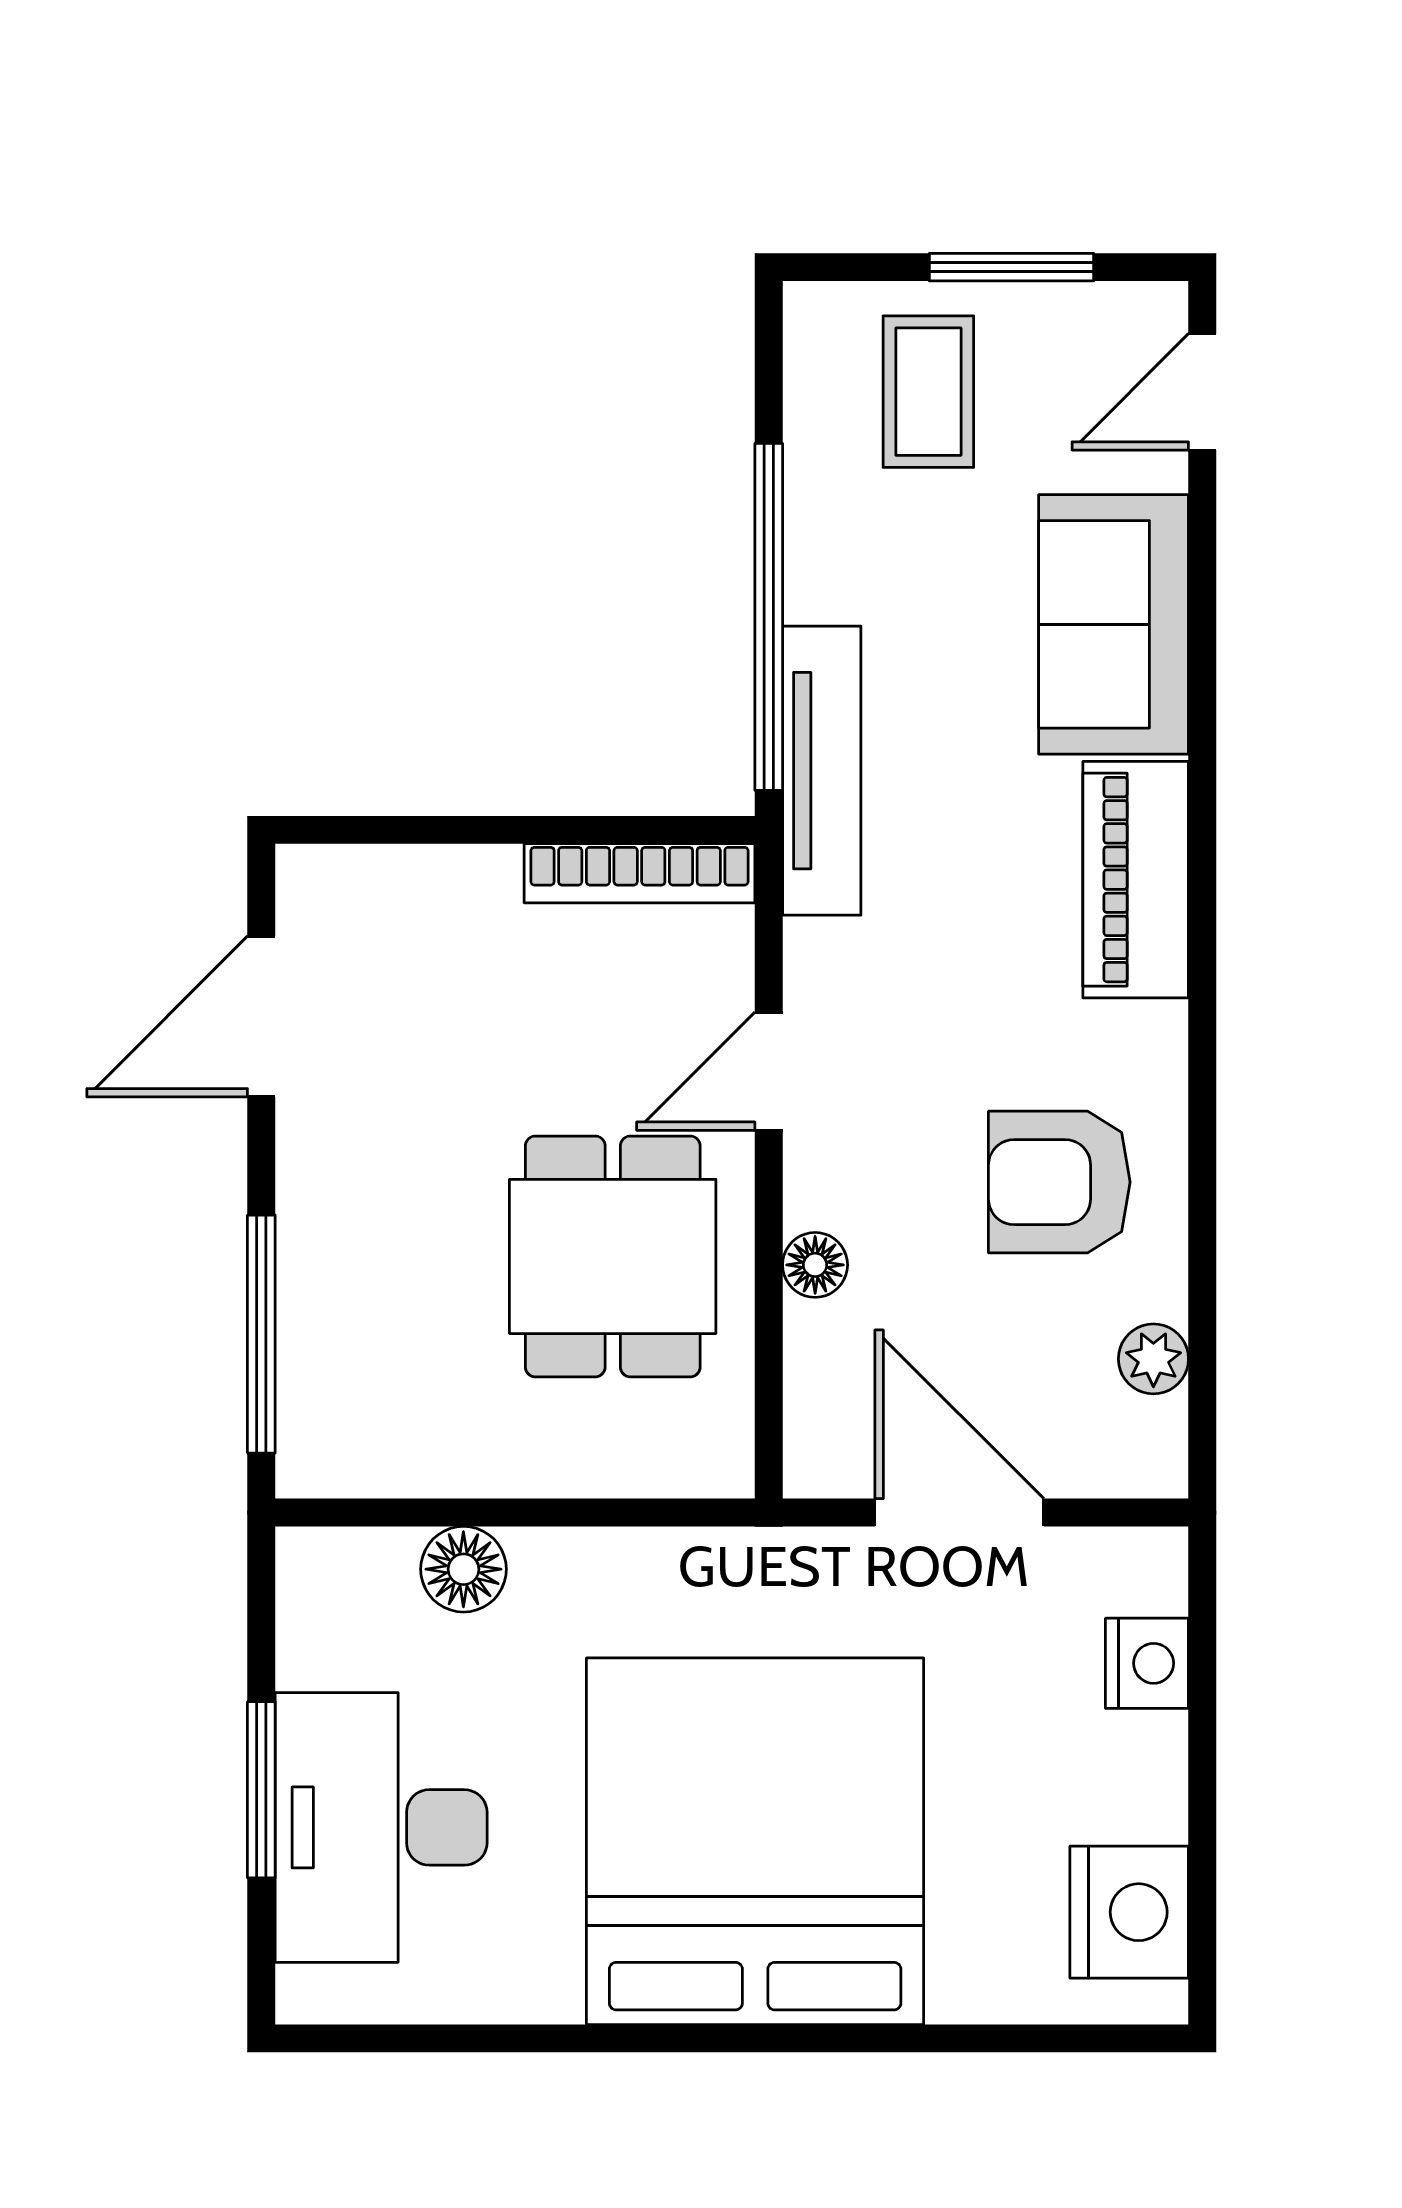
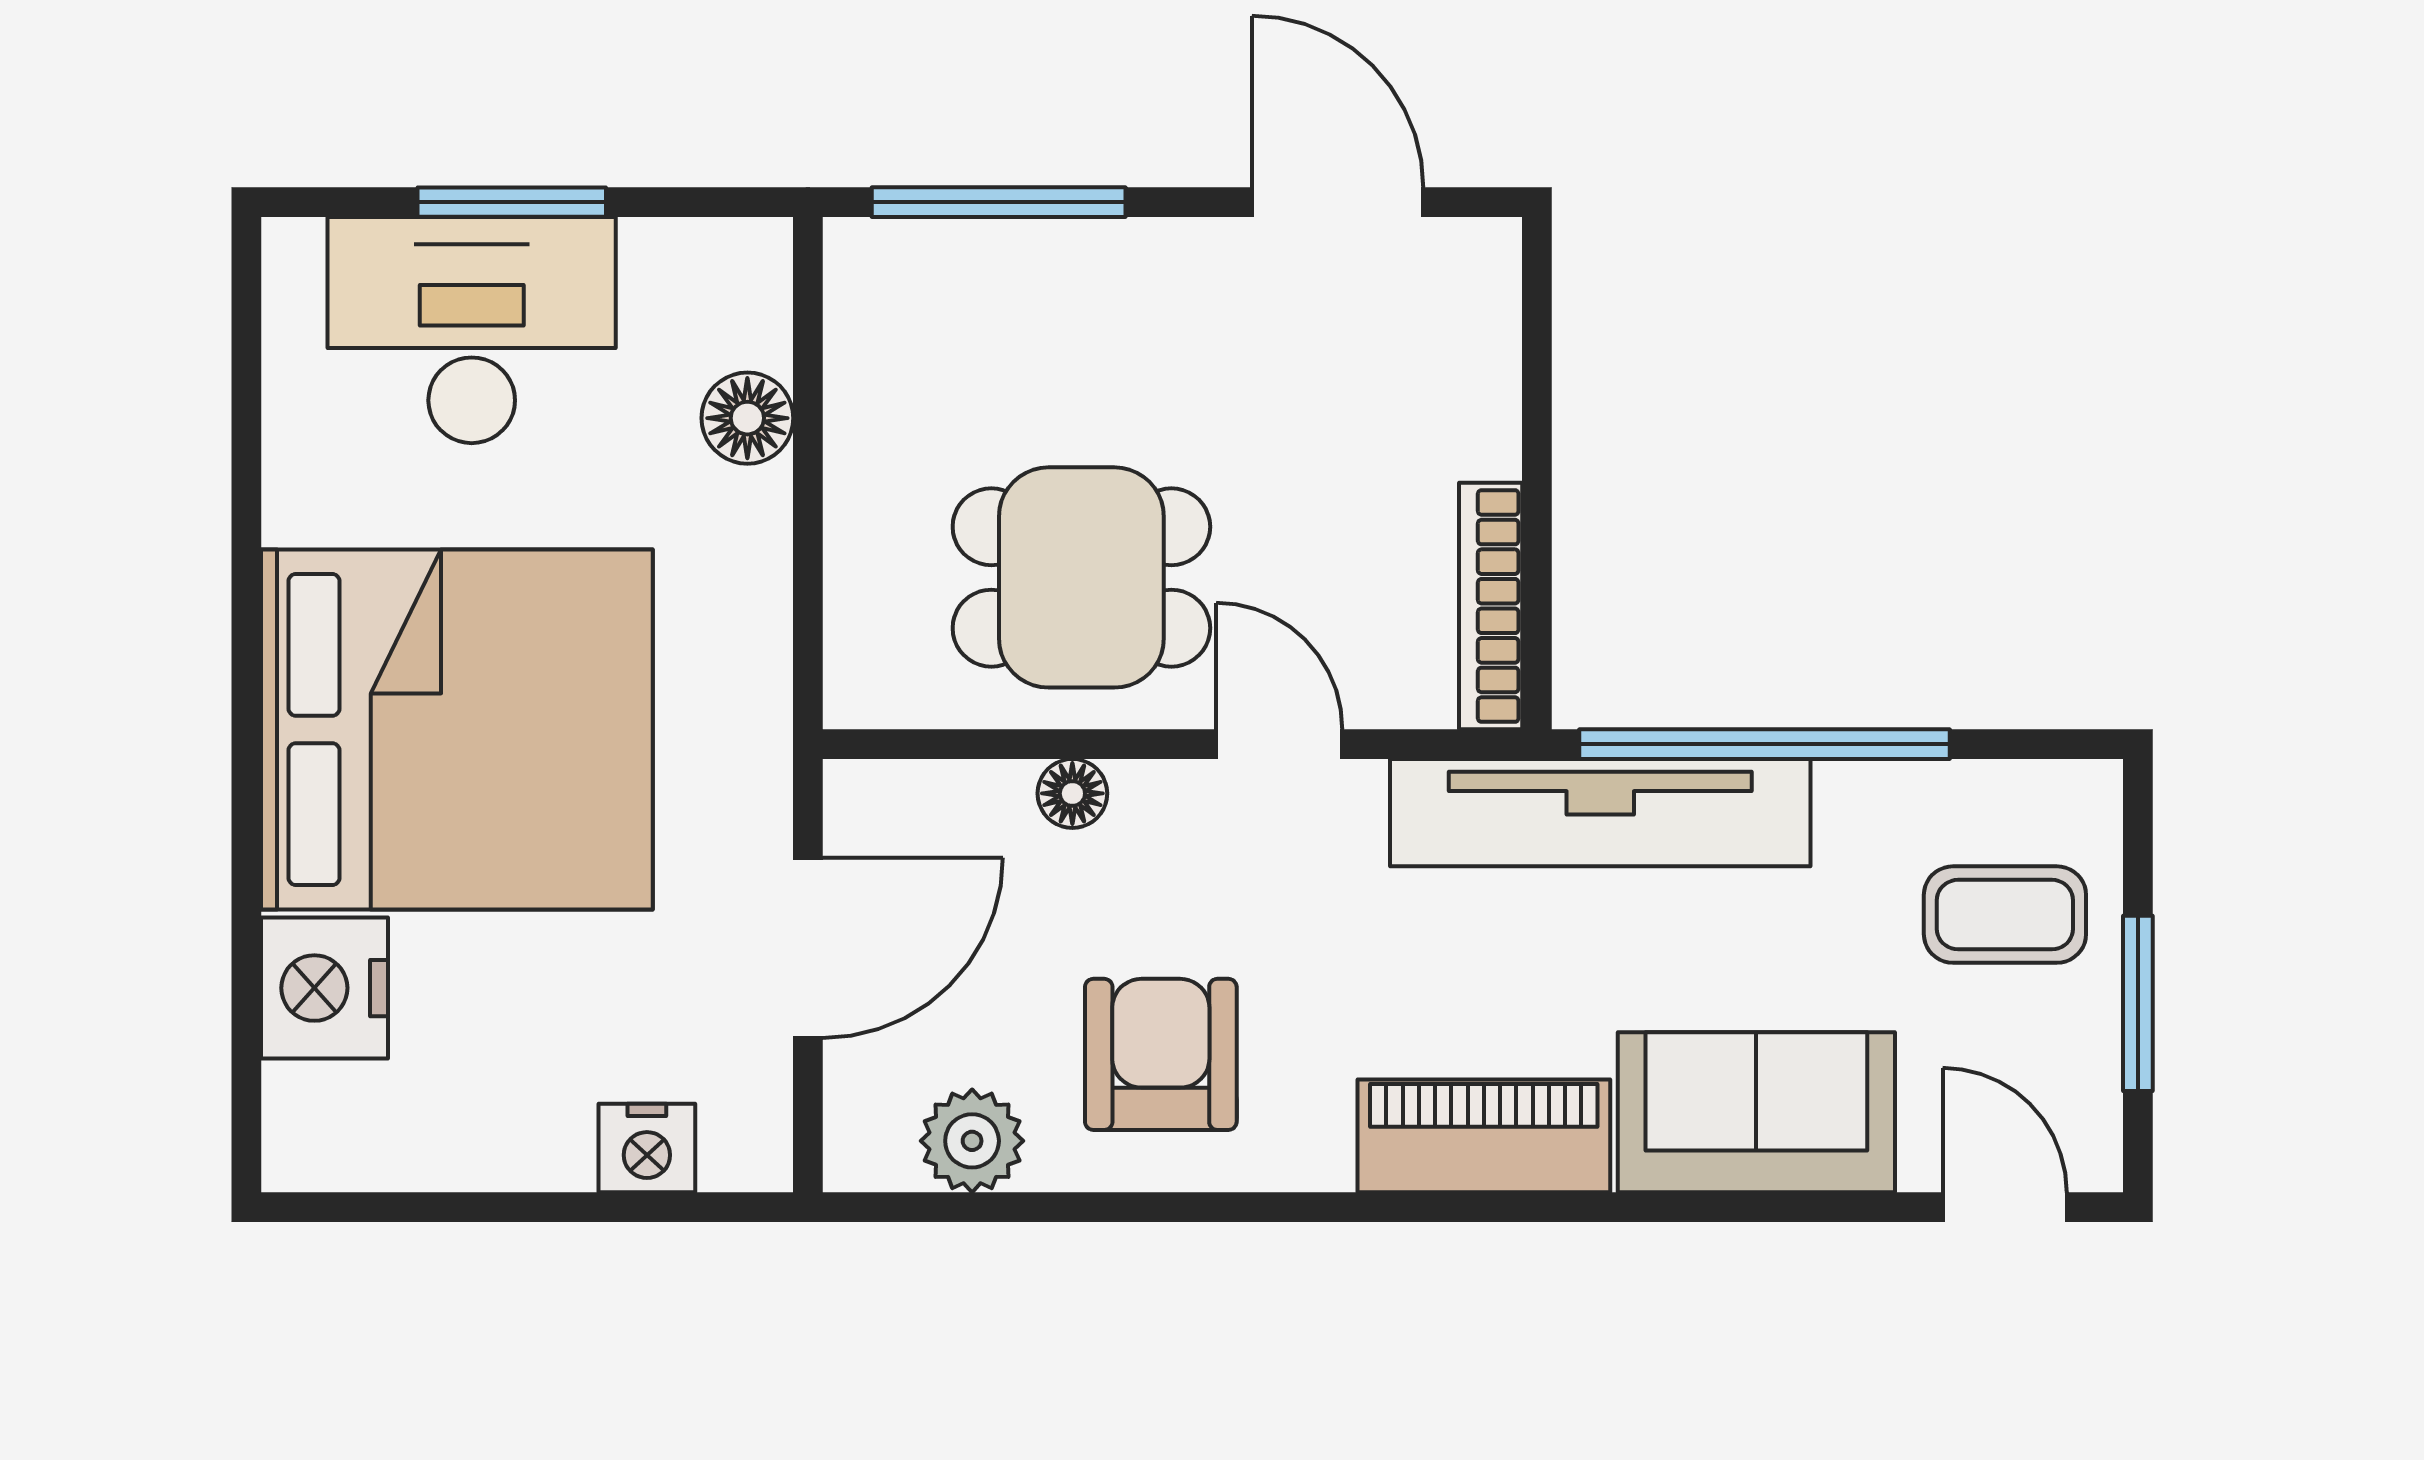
tv unit: (822, 771) -> (1600, 813), width x1.36, depth x1.29
plant: (1153, 1359) -> (972, 1141), width x1.38, depth x1.38
nightstand: (1129, 1912) -> (324, 988), moved, turned 90

